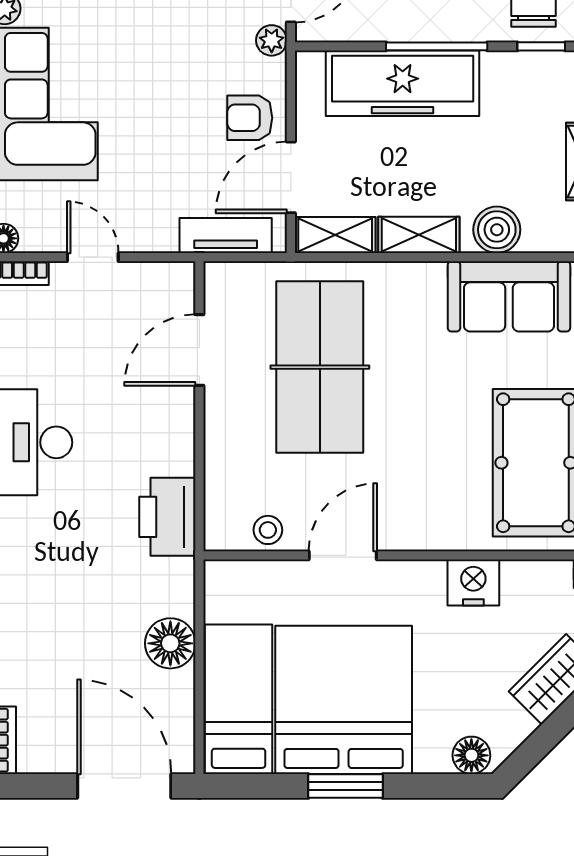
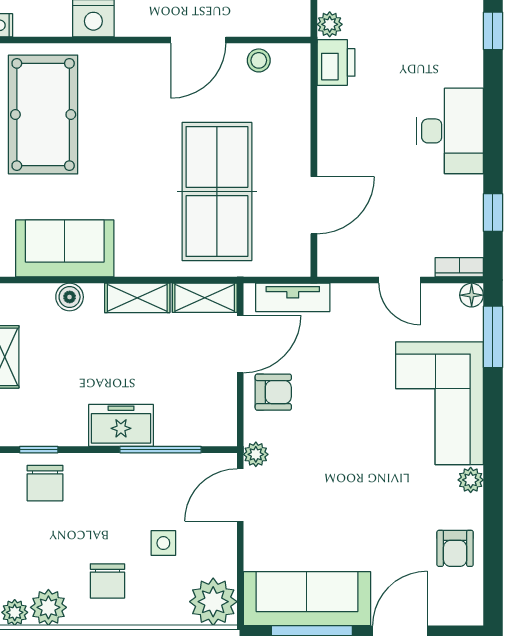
window: (437, 46) -> (161, 450), moved
freezer: (403, 83) -> (121, 425), width x0.52, depth x0.79
boiler: (497, 230) -> (70, 297), width x0.73, depth x0.73
printer: (167, 517) -> (336, 62), width x0.73, depth x0.84
plant: (180, 575) -> (330, 24), added

